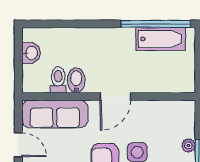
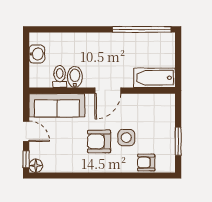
bathtub: (161, 39) -> (154, 78), moved, turned 180
plant: (188, 145) -> (169, 132), removed

